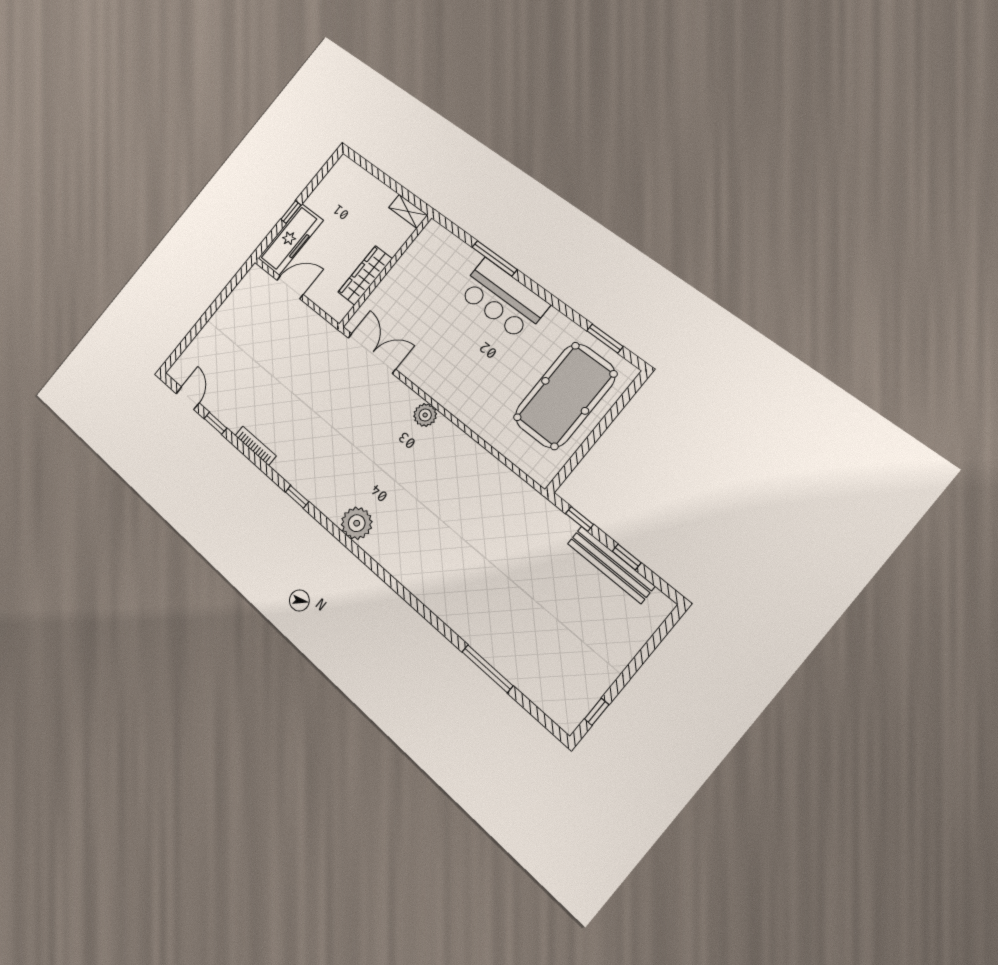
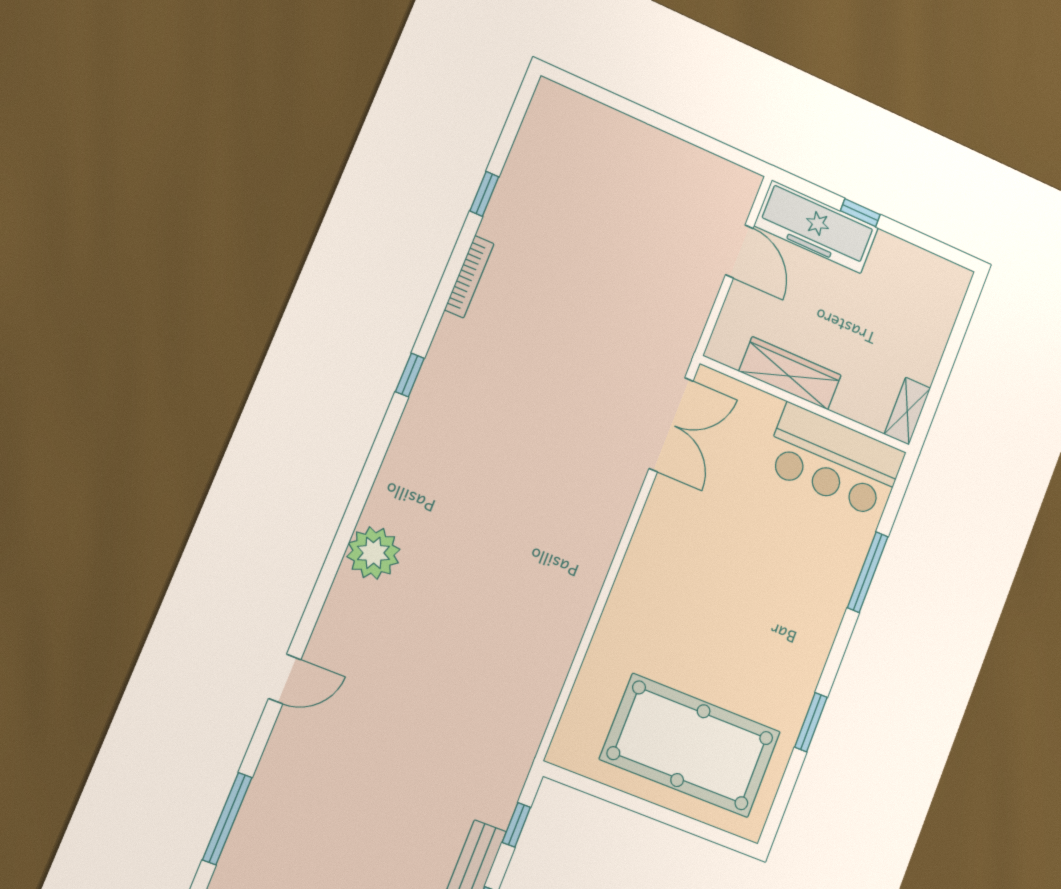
bar counter: (503, 299) -> (834, 461), moved, turned -90
window: (605, 339) -> (811, 722), moved
door: (188, 398) -> (285, 679), moved
plant: (425, 415) -> (600, 542), removed
plant: (357, 523) -> (373, 553), moved
window: (487, 669) -> (227, 819), moved

